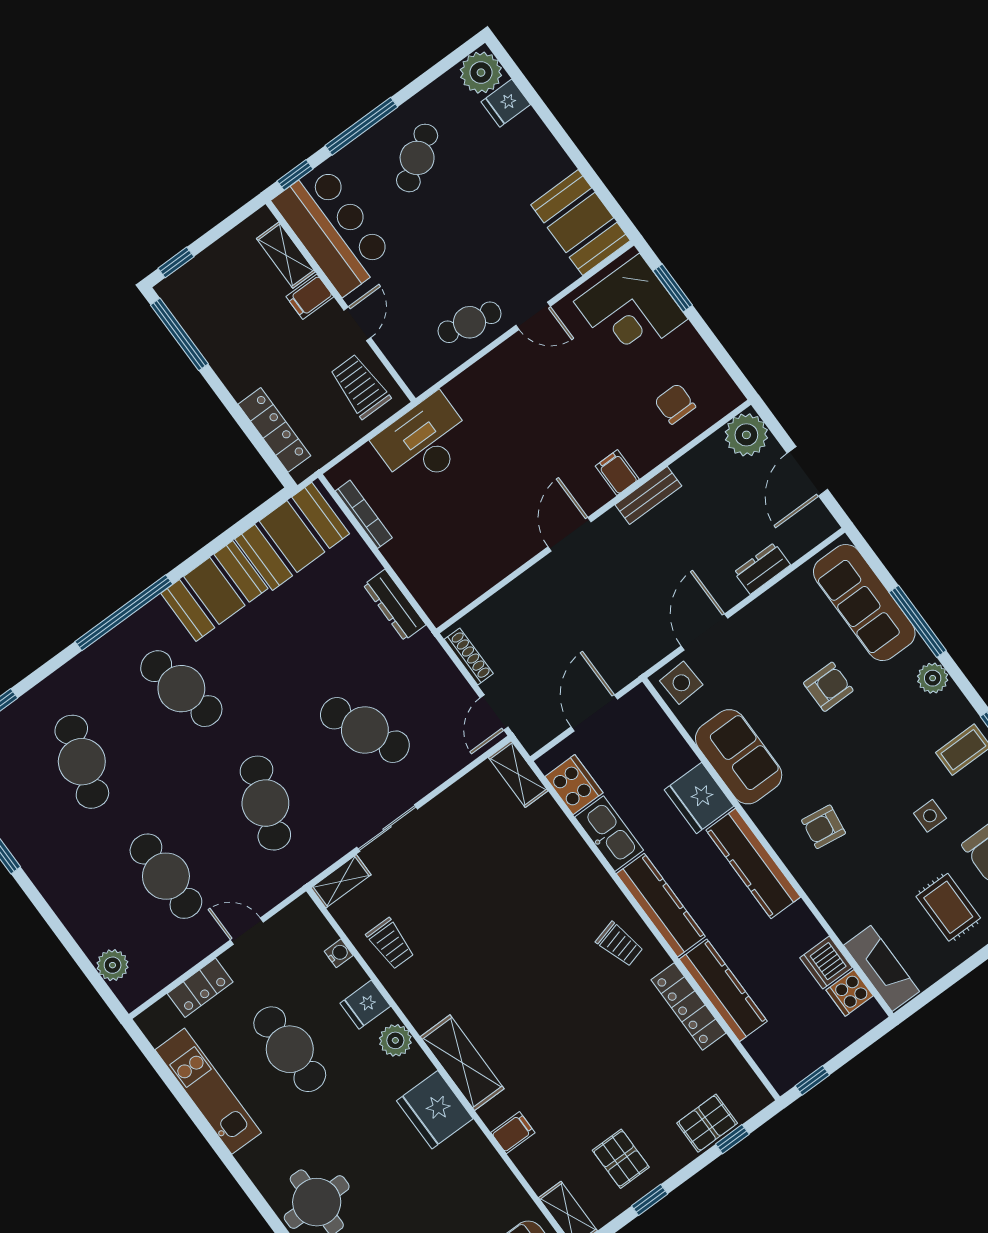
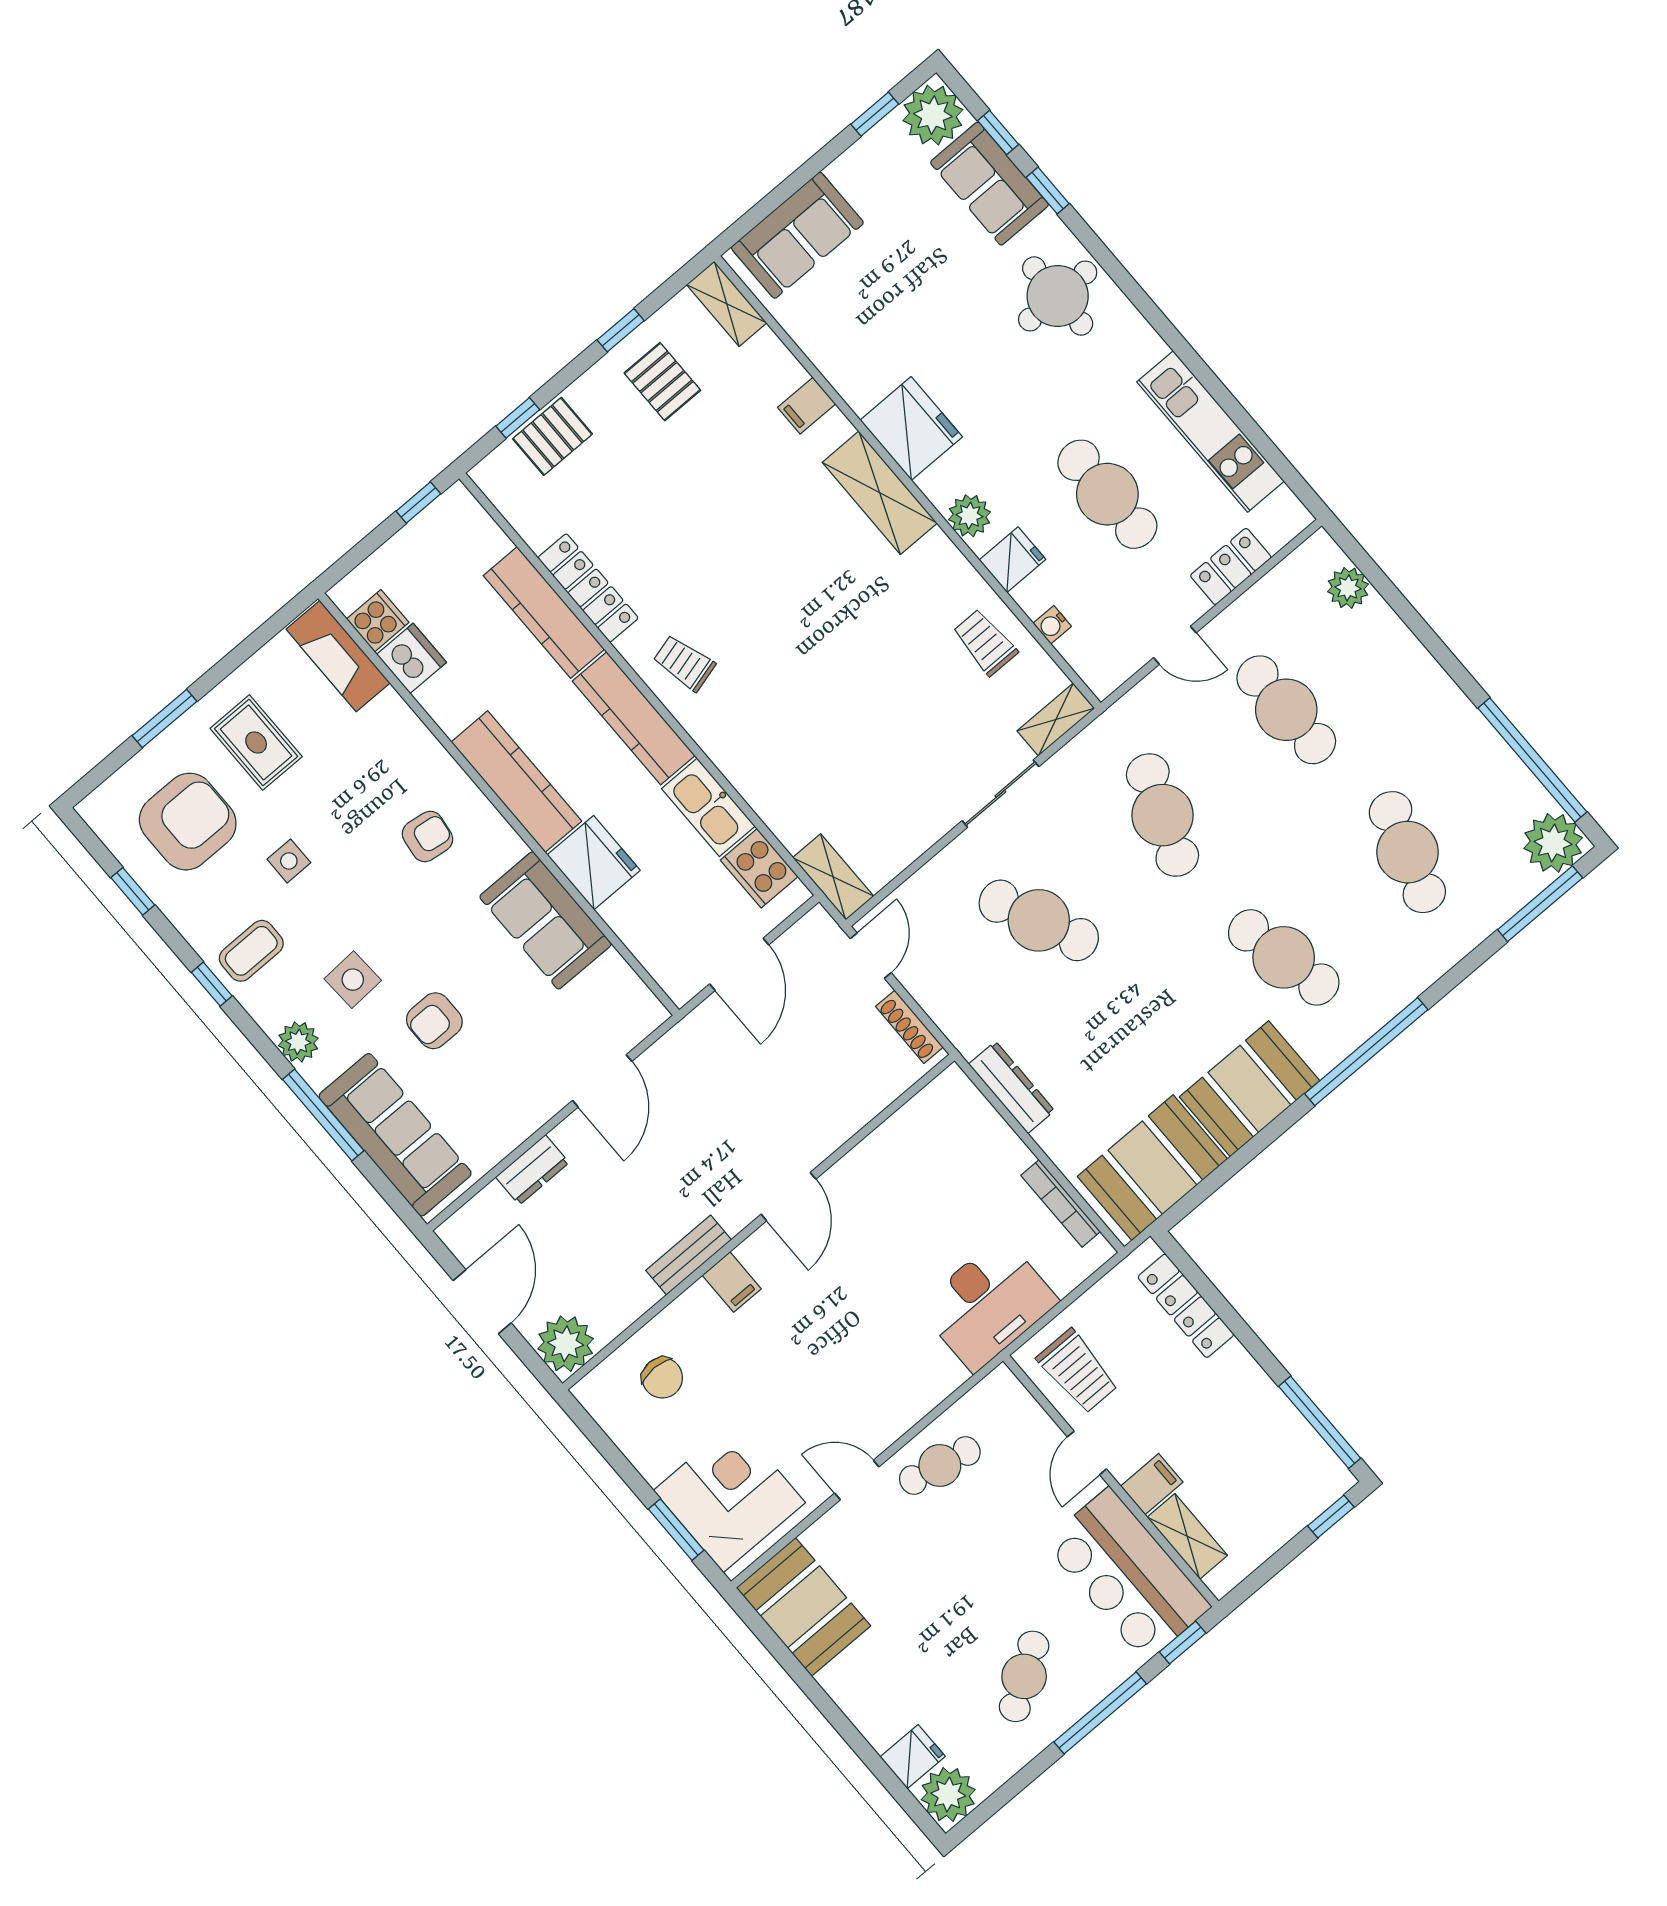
side table: (681, 683) -> (353, 980), moved

